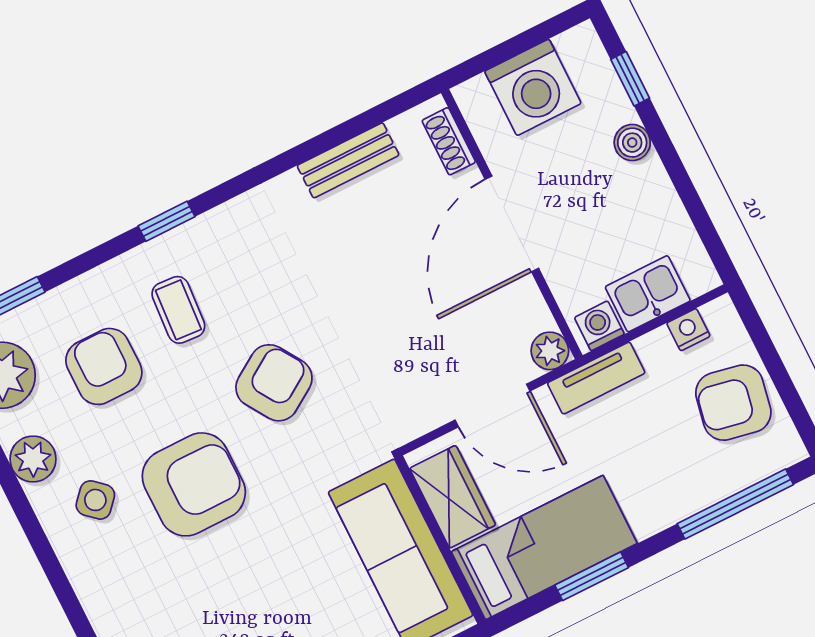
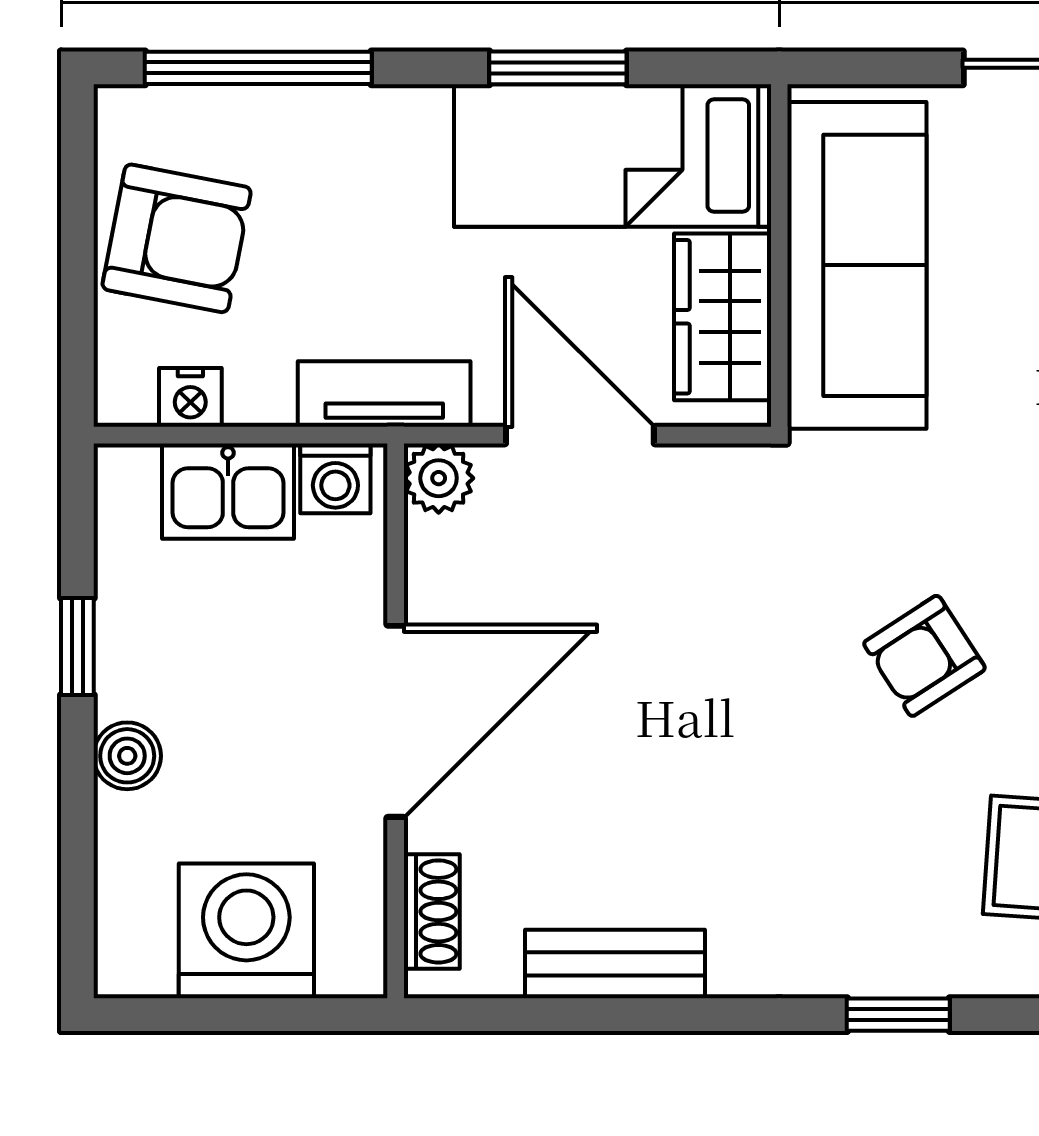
window: (630, 79) -> (77, 646), moved
window: (166, 221) -> (898, 1015), moved
armchair: (274, 383) -> (924, 656), width x0.72, depth x0.72

